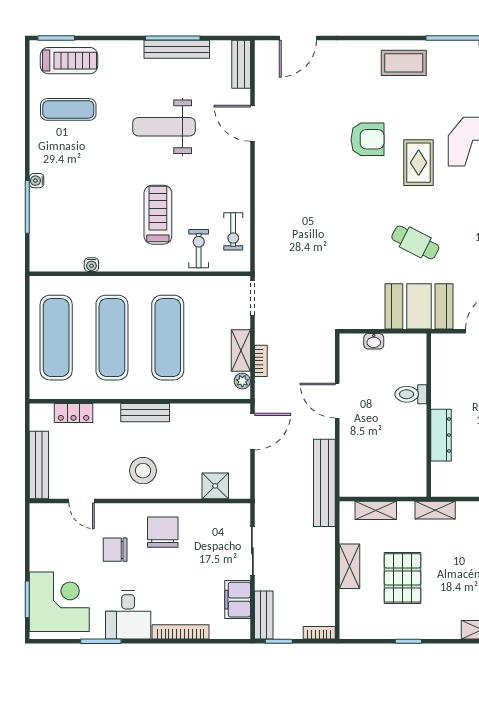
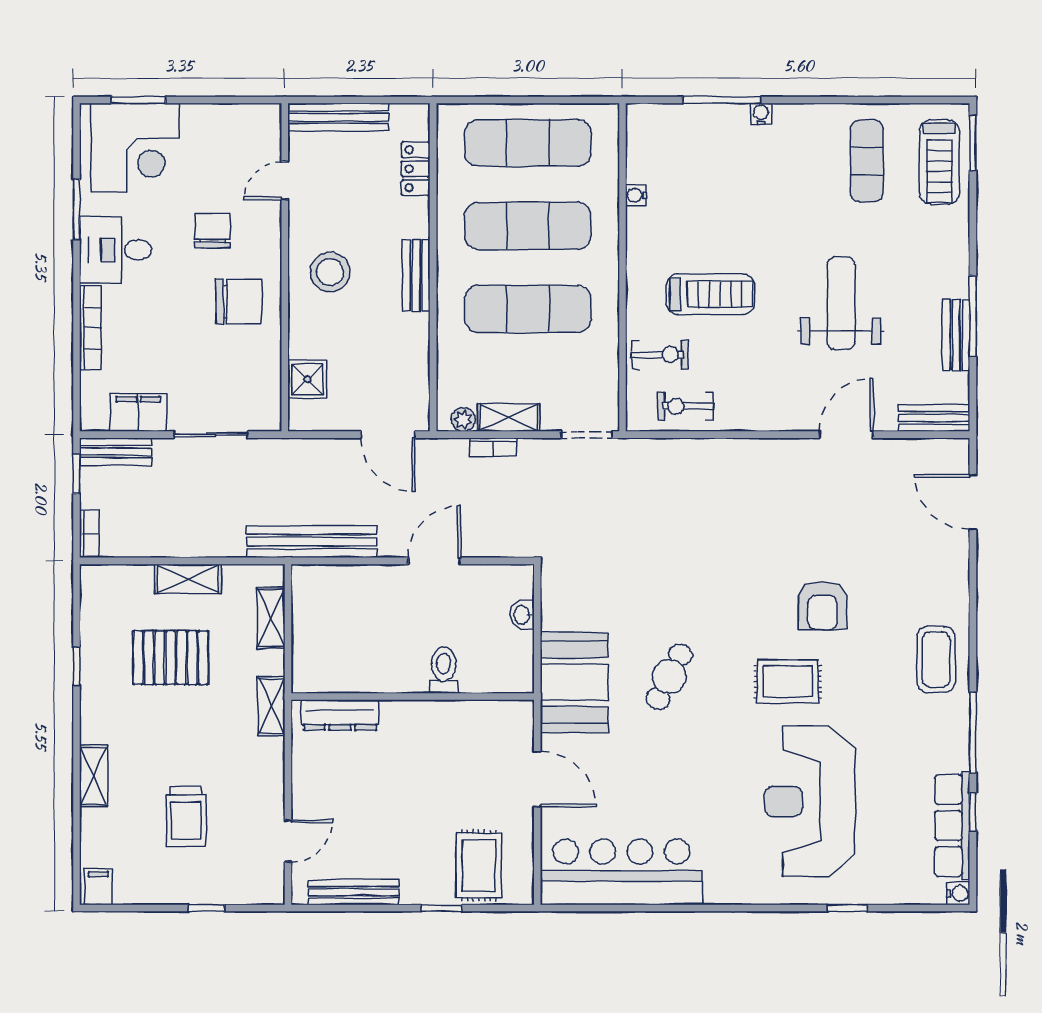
bench: (177, 49) -> (956, 335), width x0.73
dresser: (441, 435) -> (340, 715), moved

